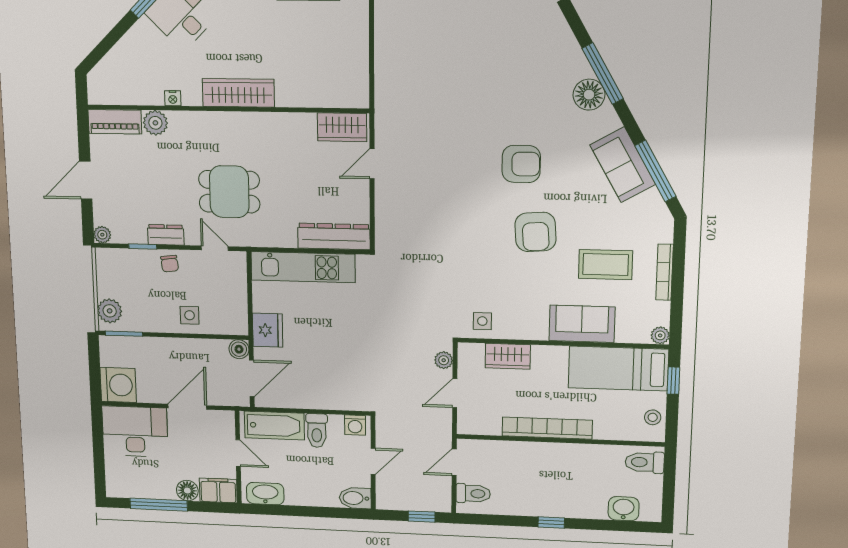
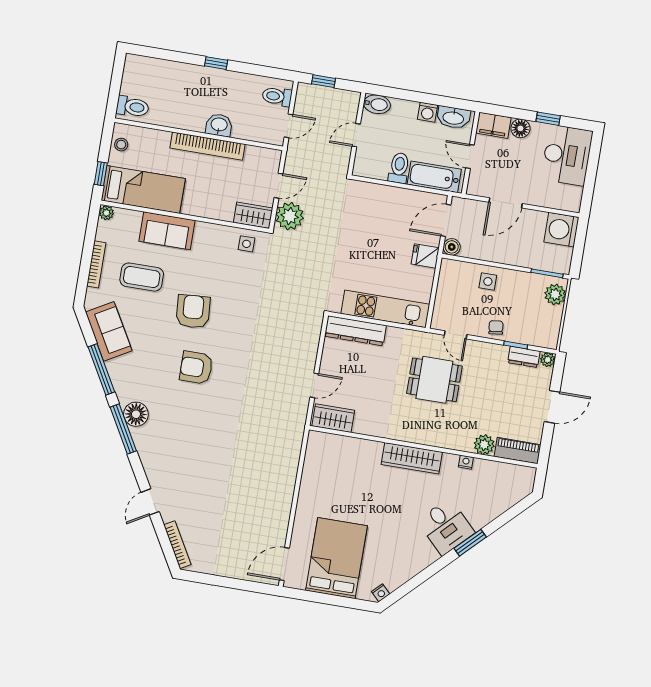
sofa: (623, 165) -> (109, 331), moved
window: (655, 171) -> (101, 369), moved
dresser: (166, 235) -> (524, 357), moved
fridge: (268, 330) -> (425, 256), width x0.72
wardrobe: (508, 356) -> (253, 215), moved
plant: (444, 360) -> (290, 216), width x1.87, depth x1.87
washing machine: (355, 425) -> (428, 112), moved, turned 180
desk: (135, 431) -> (567, 155), moved, turned -90
window: (159, 505) -> (548, 119), width x0.46
washbasin: (624, 509) -> (219, 125), moved, turned 180

